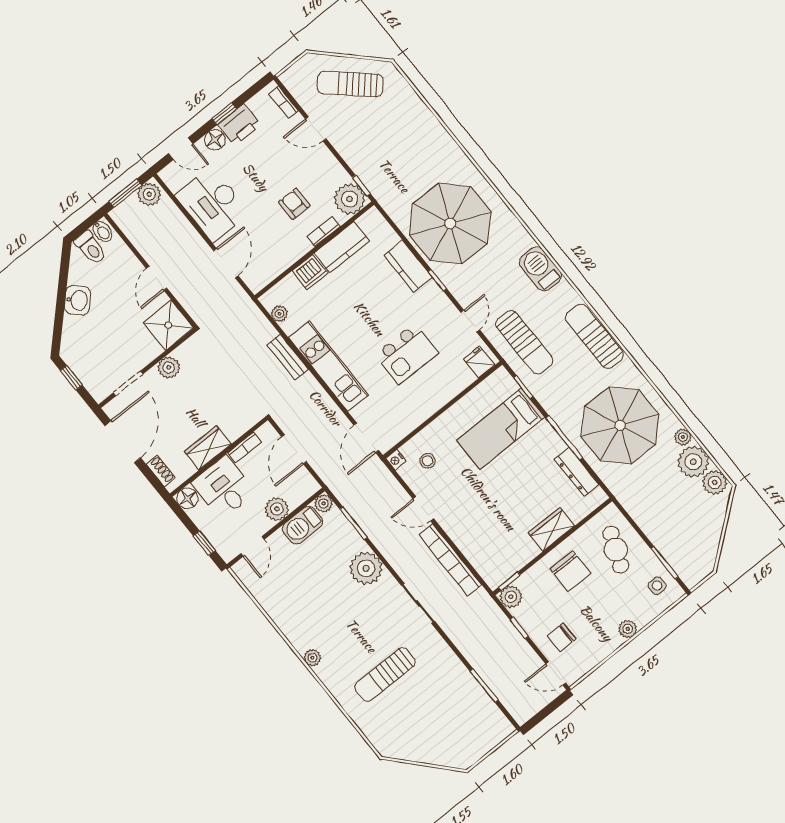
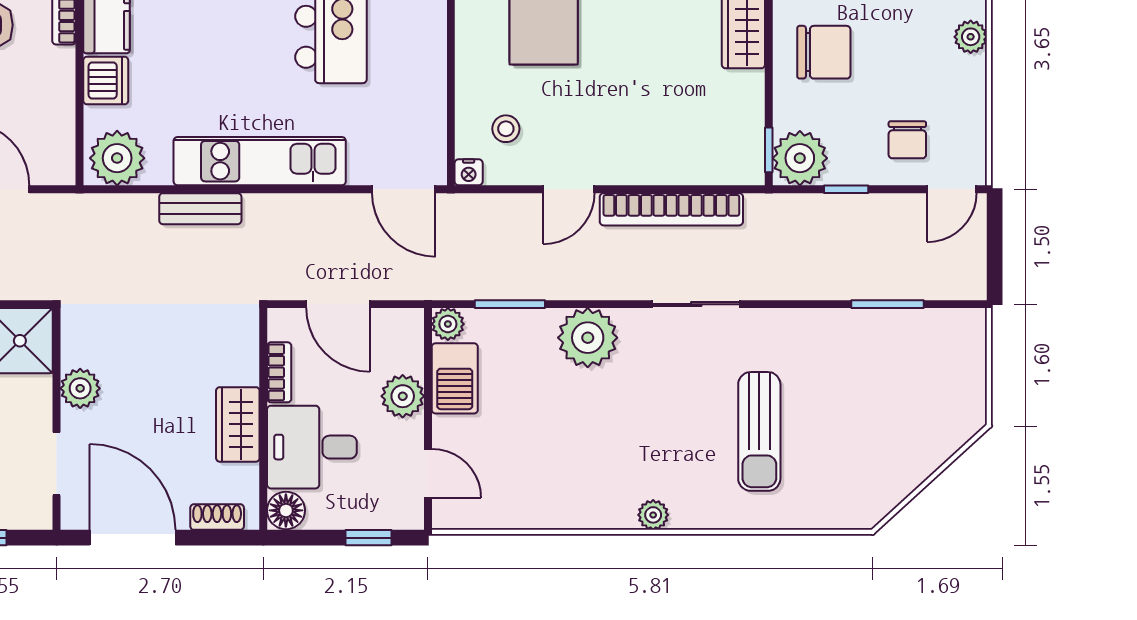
plant: (279, 314) -> (117, 158), width x1.88, depth x1.88
plant: (511, 597) -> (800, 158), width x1.36, depth x1.36

